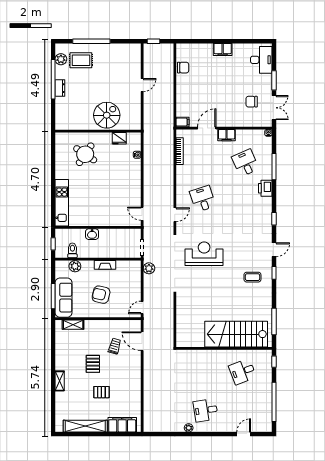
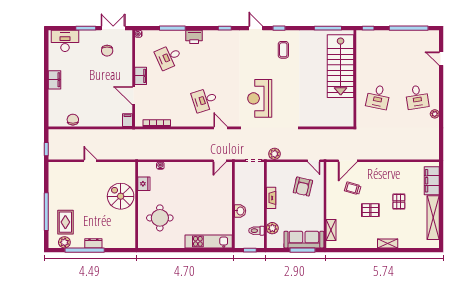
round table: (85, 154) -> (160, 218), turned -34
armchair: (101, 295) -> (303, 187), moved
desk: (242, 371) -> (378, 97), moved, turned 33

